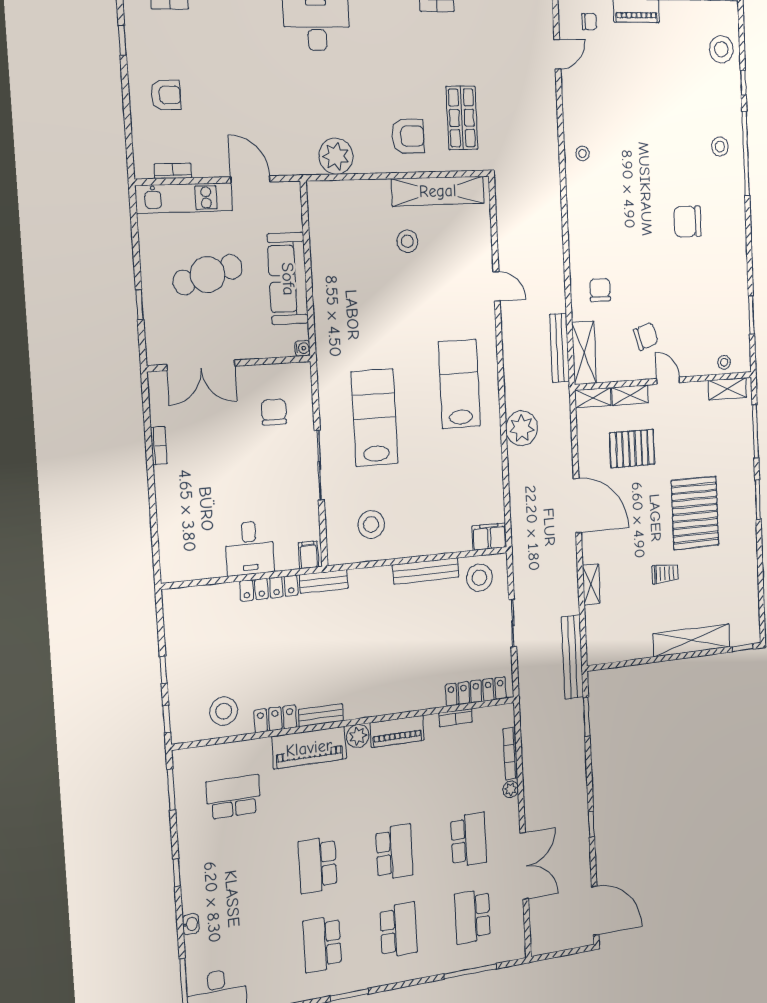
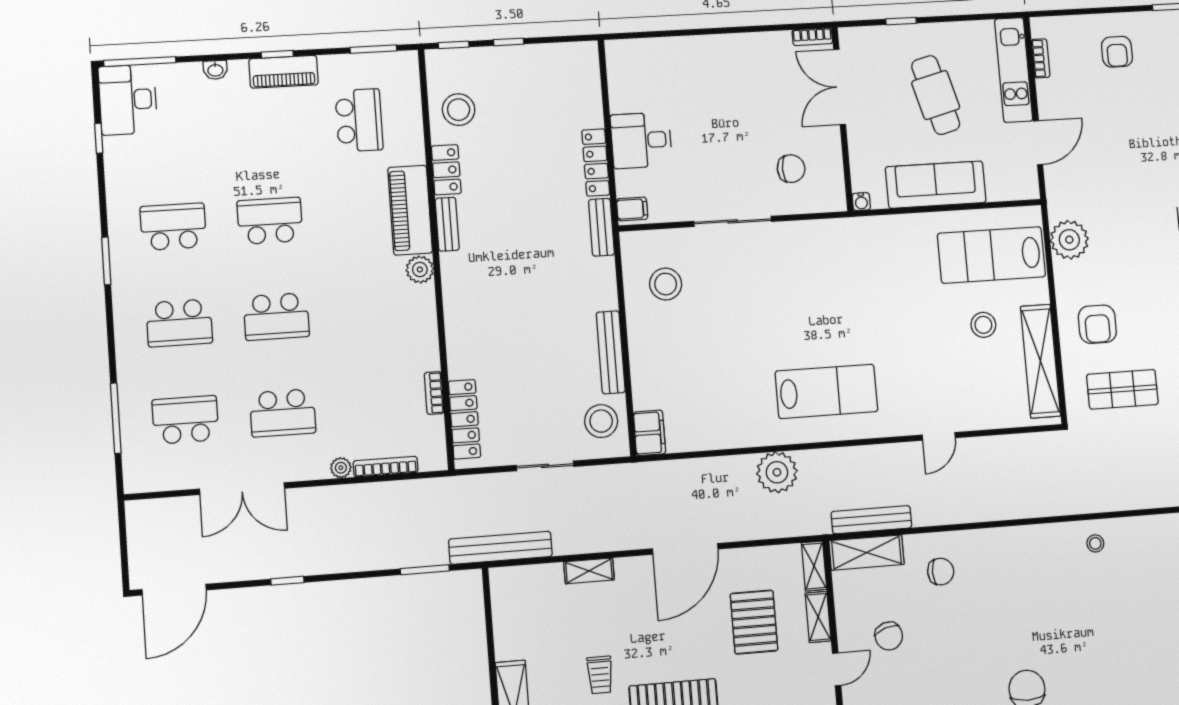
lab bench: (375, 418) -> (991, 255), moved, turned 180
bookcase: (159, 446) -> (812, 37), moved
piano: (397, 731) -> (284, 72), moved, turned -90

